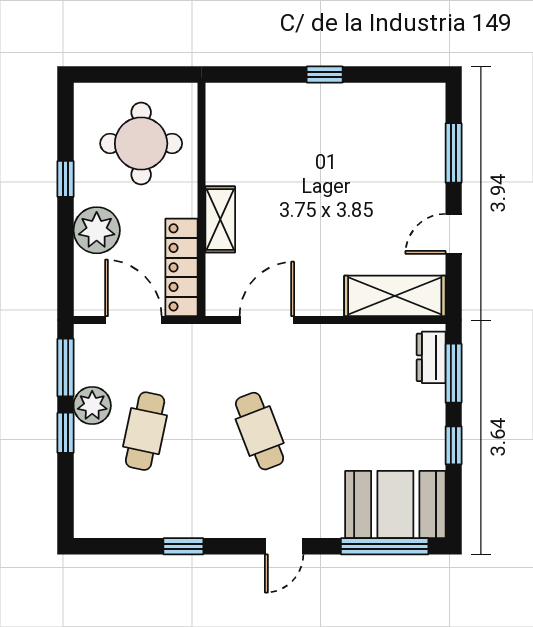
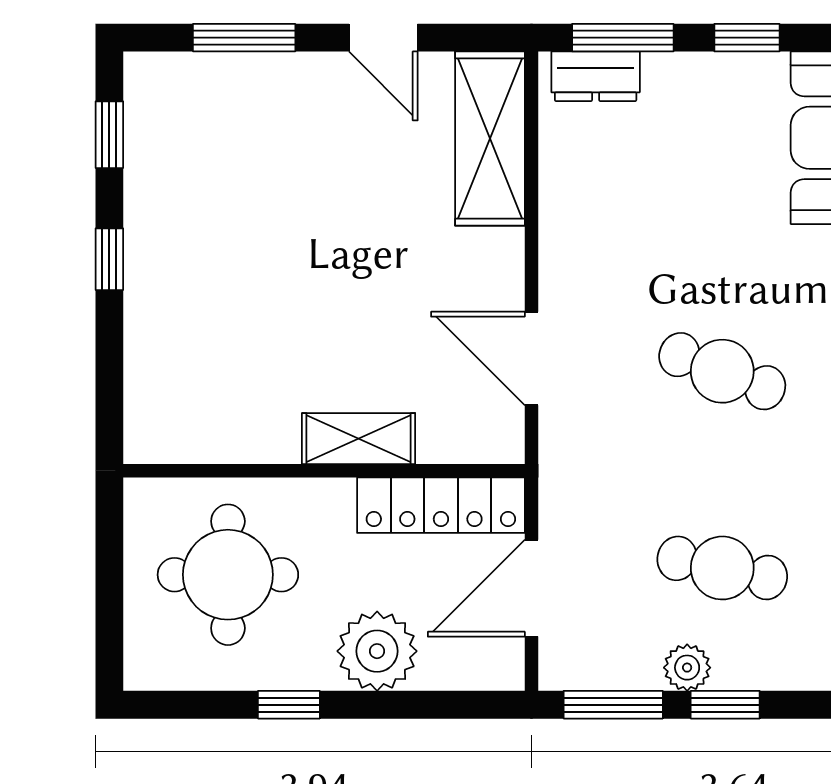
window: (397, 75) -> (109, 135), added
plant: (92, 406) -> (687, 668), width x0.73, depth x0.73
cafe table: (260, 431) -> (722, 371), turned 42

